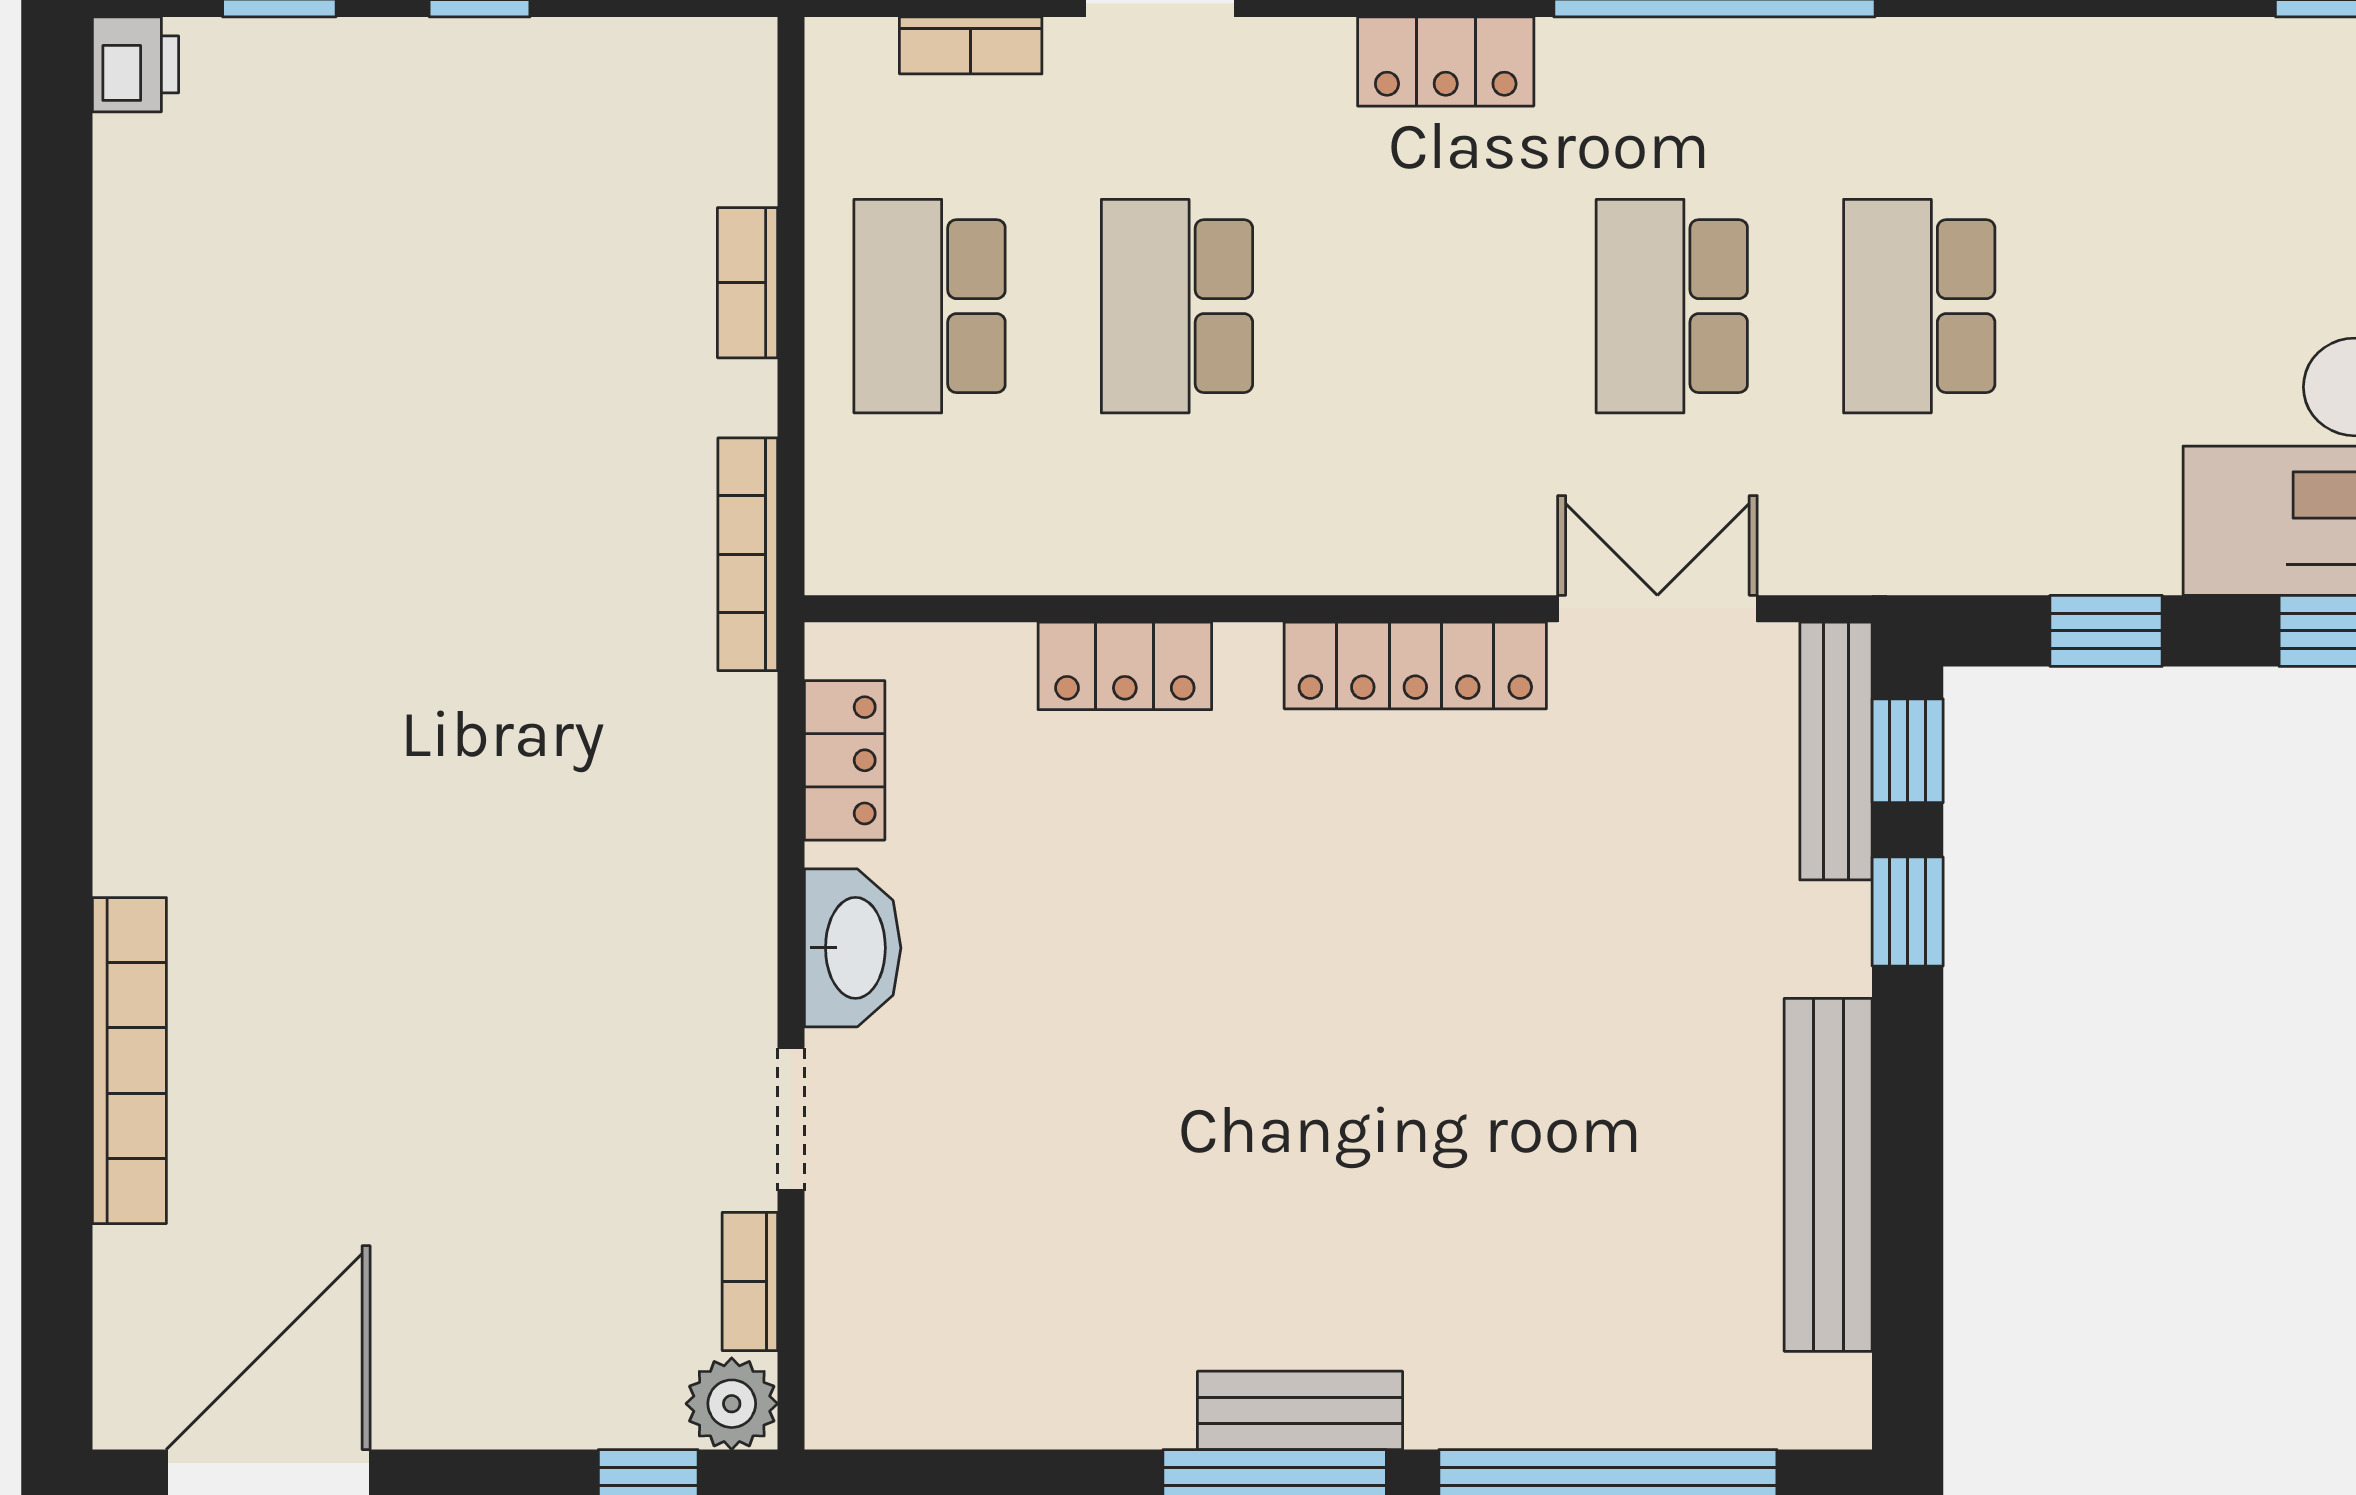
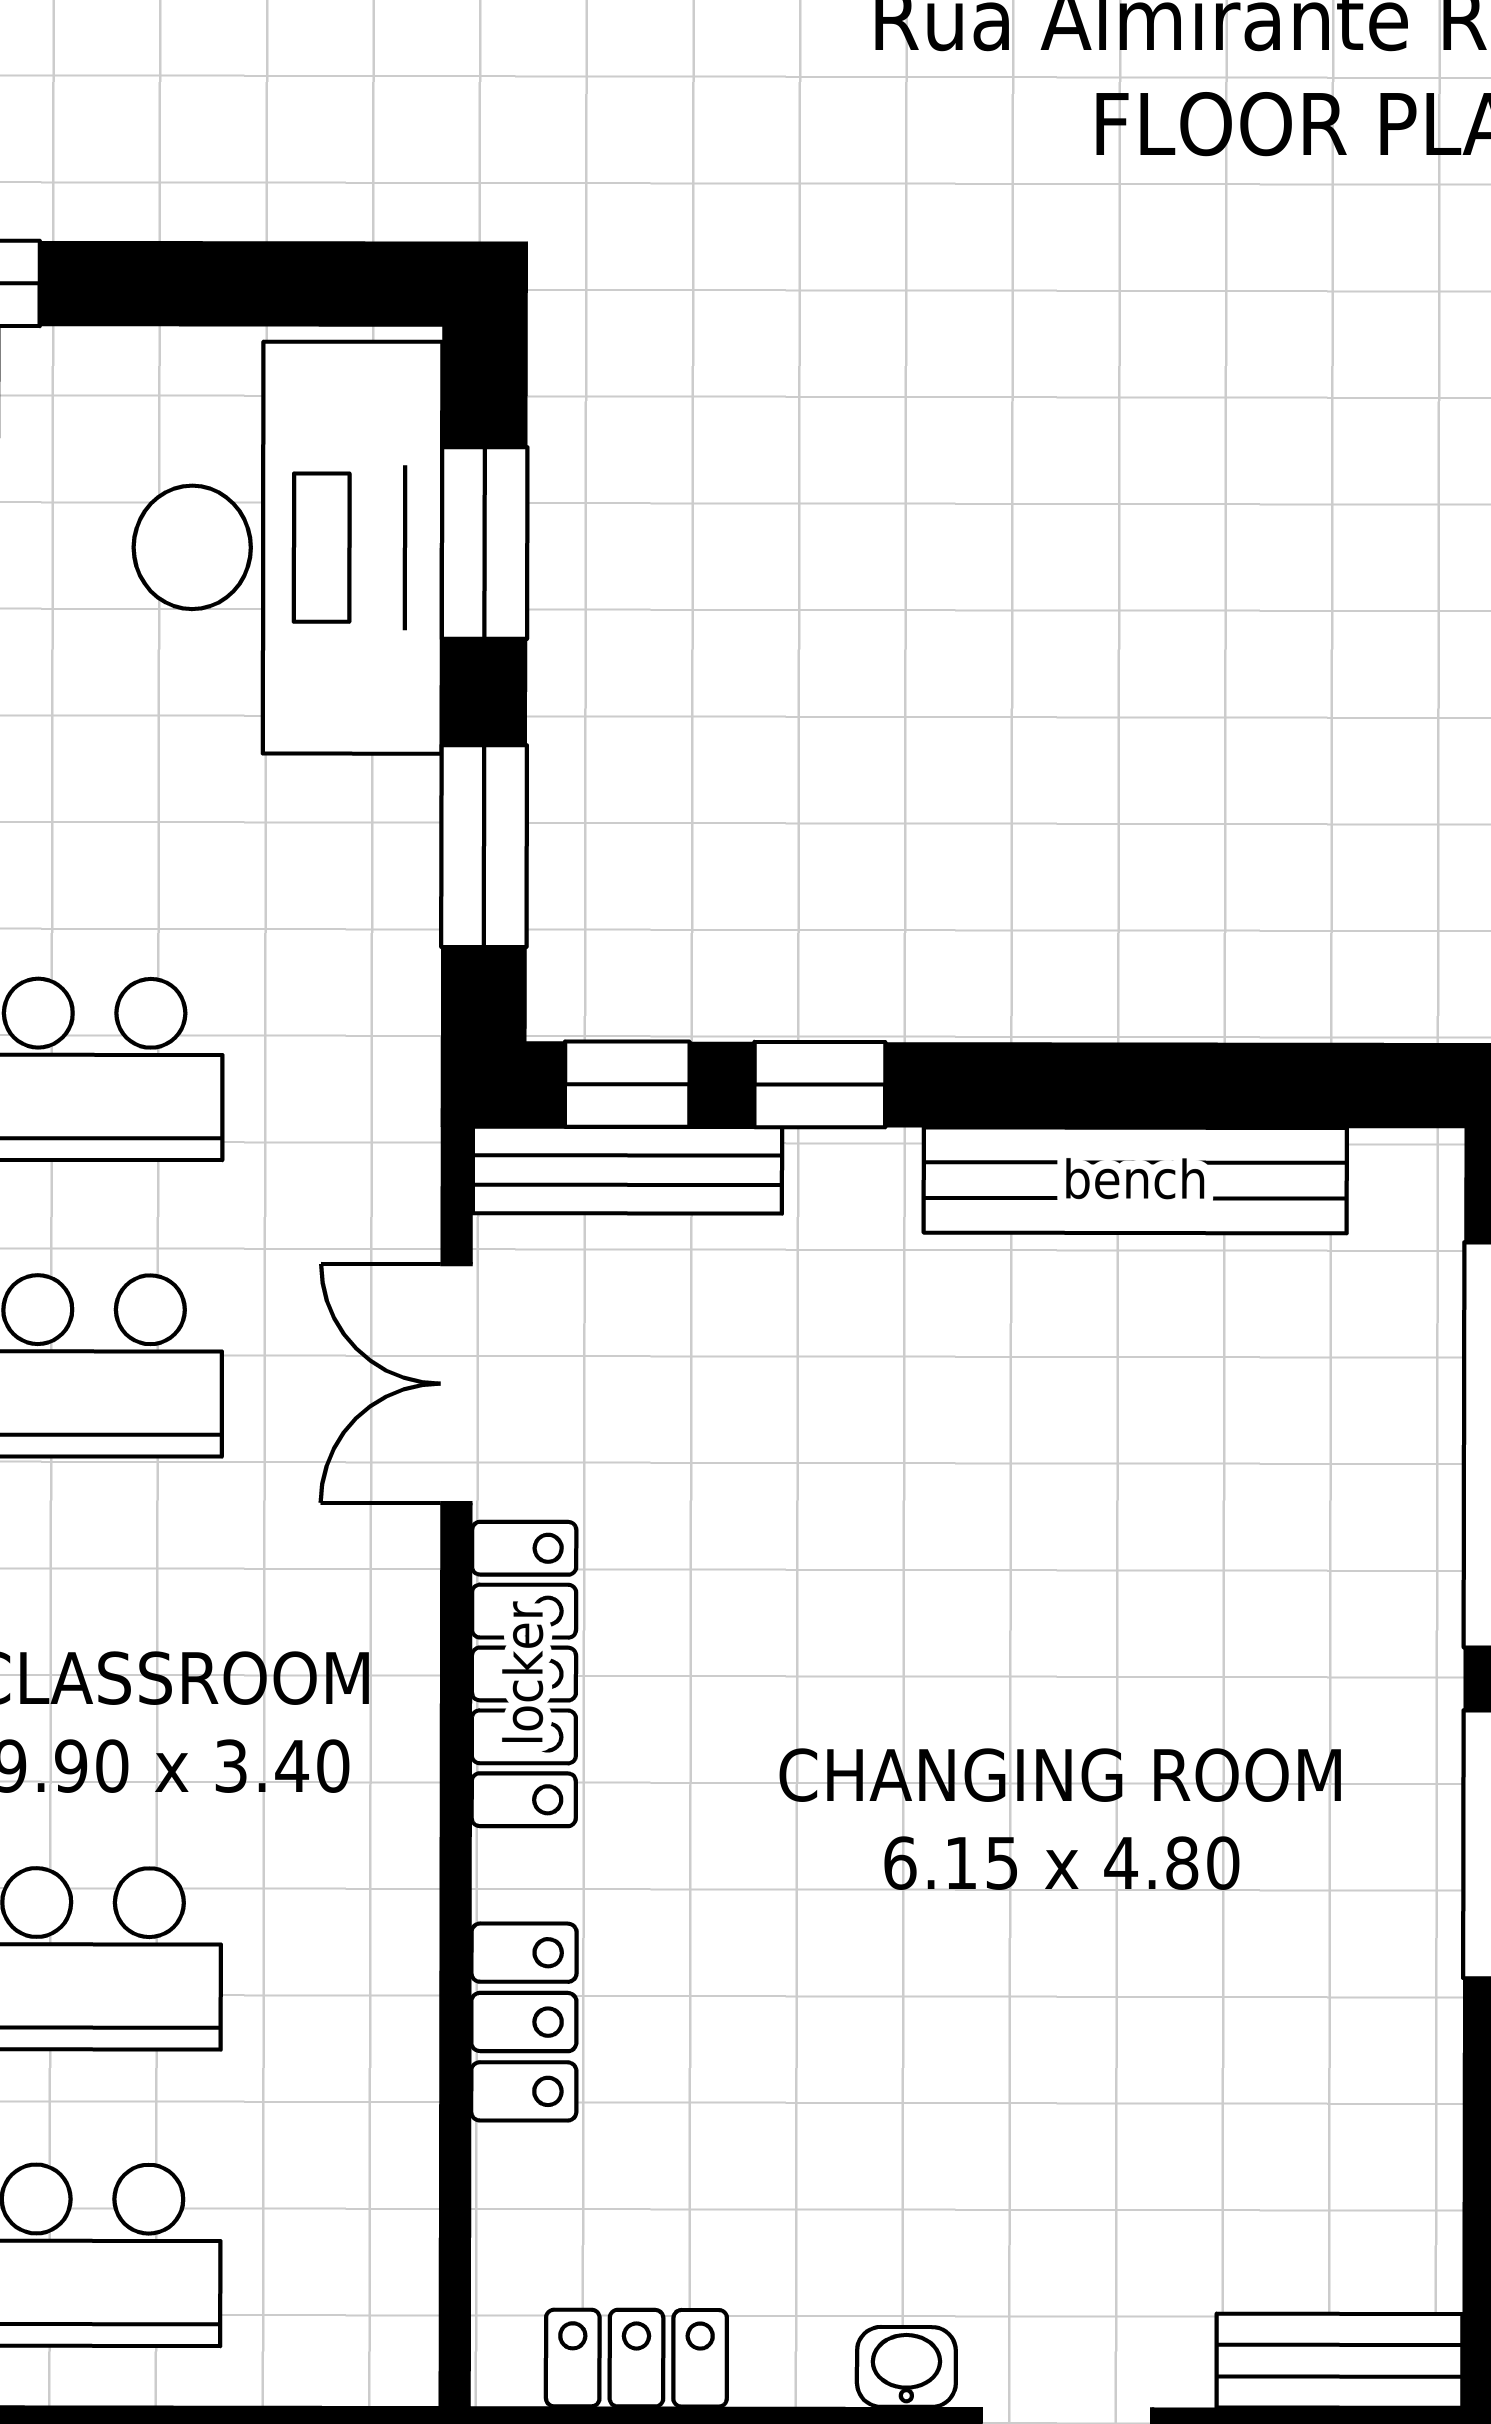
window: (2106, 631) -> (484, 846), width x1.50
washbasin: (853, 948) -> (906, 2367), width x0.52, depth x0.69
bench: (1300, 1410) -> (1340, 2361), moved, turned 90

